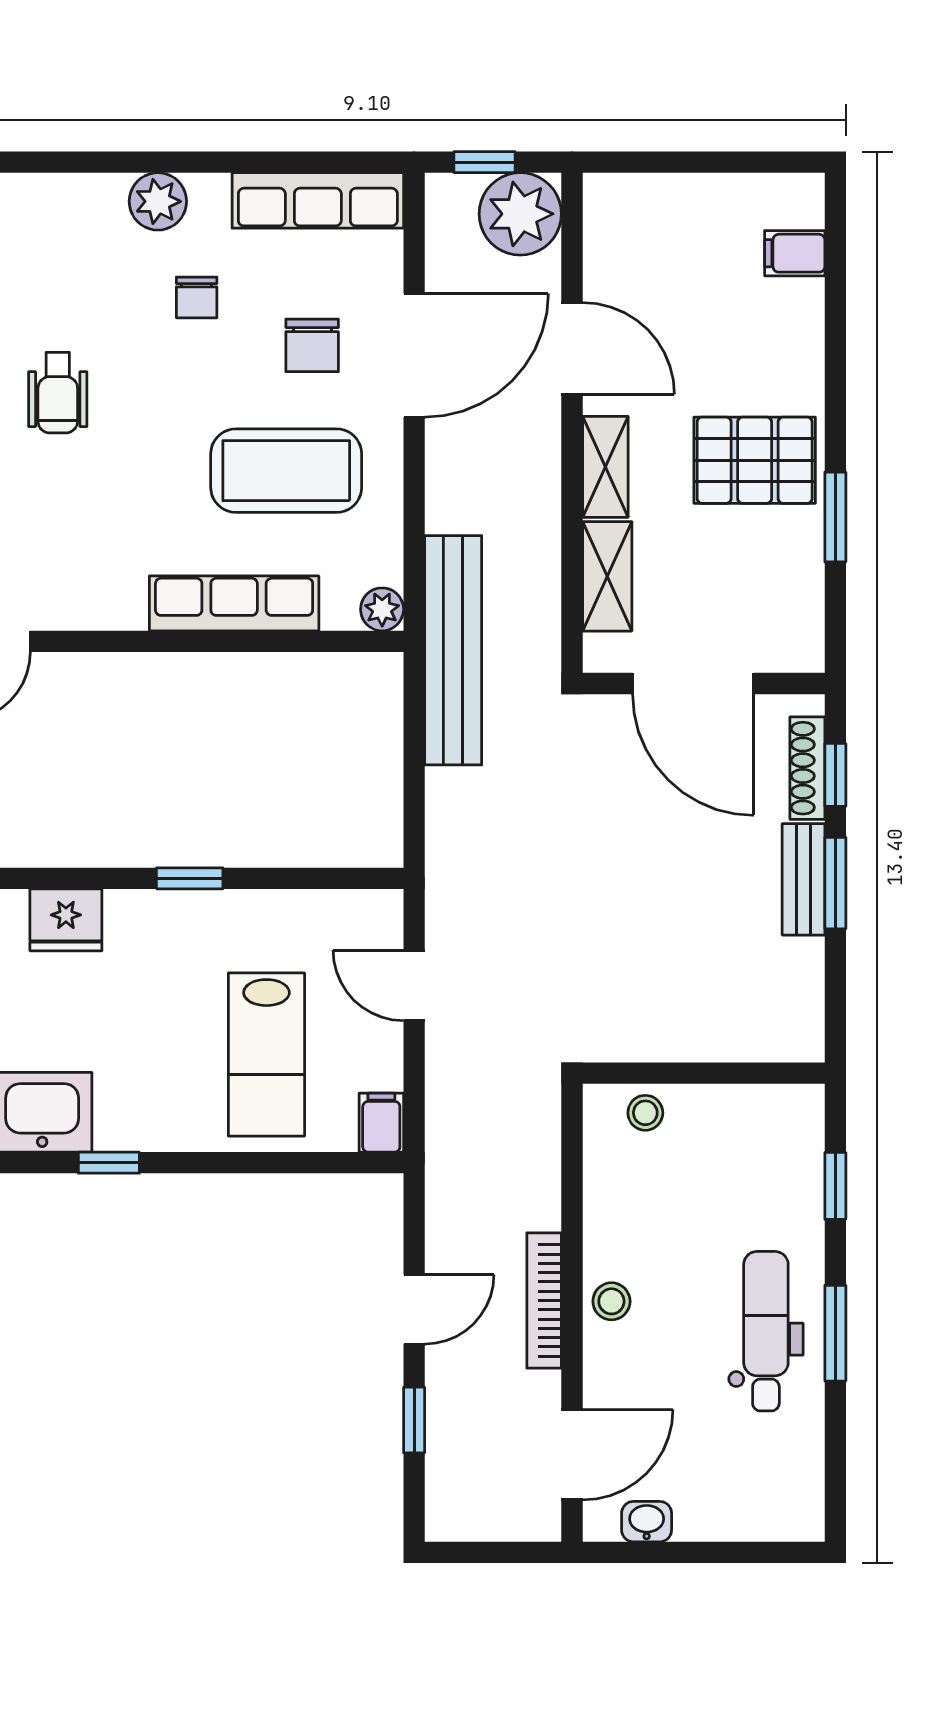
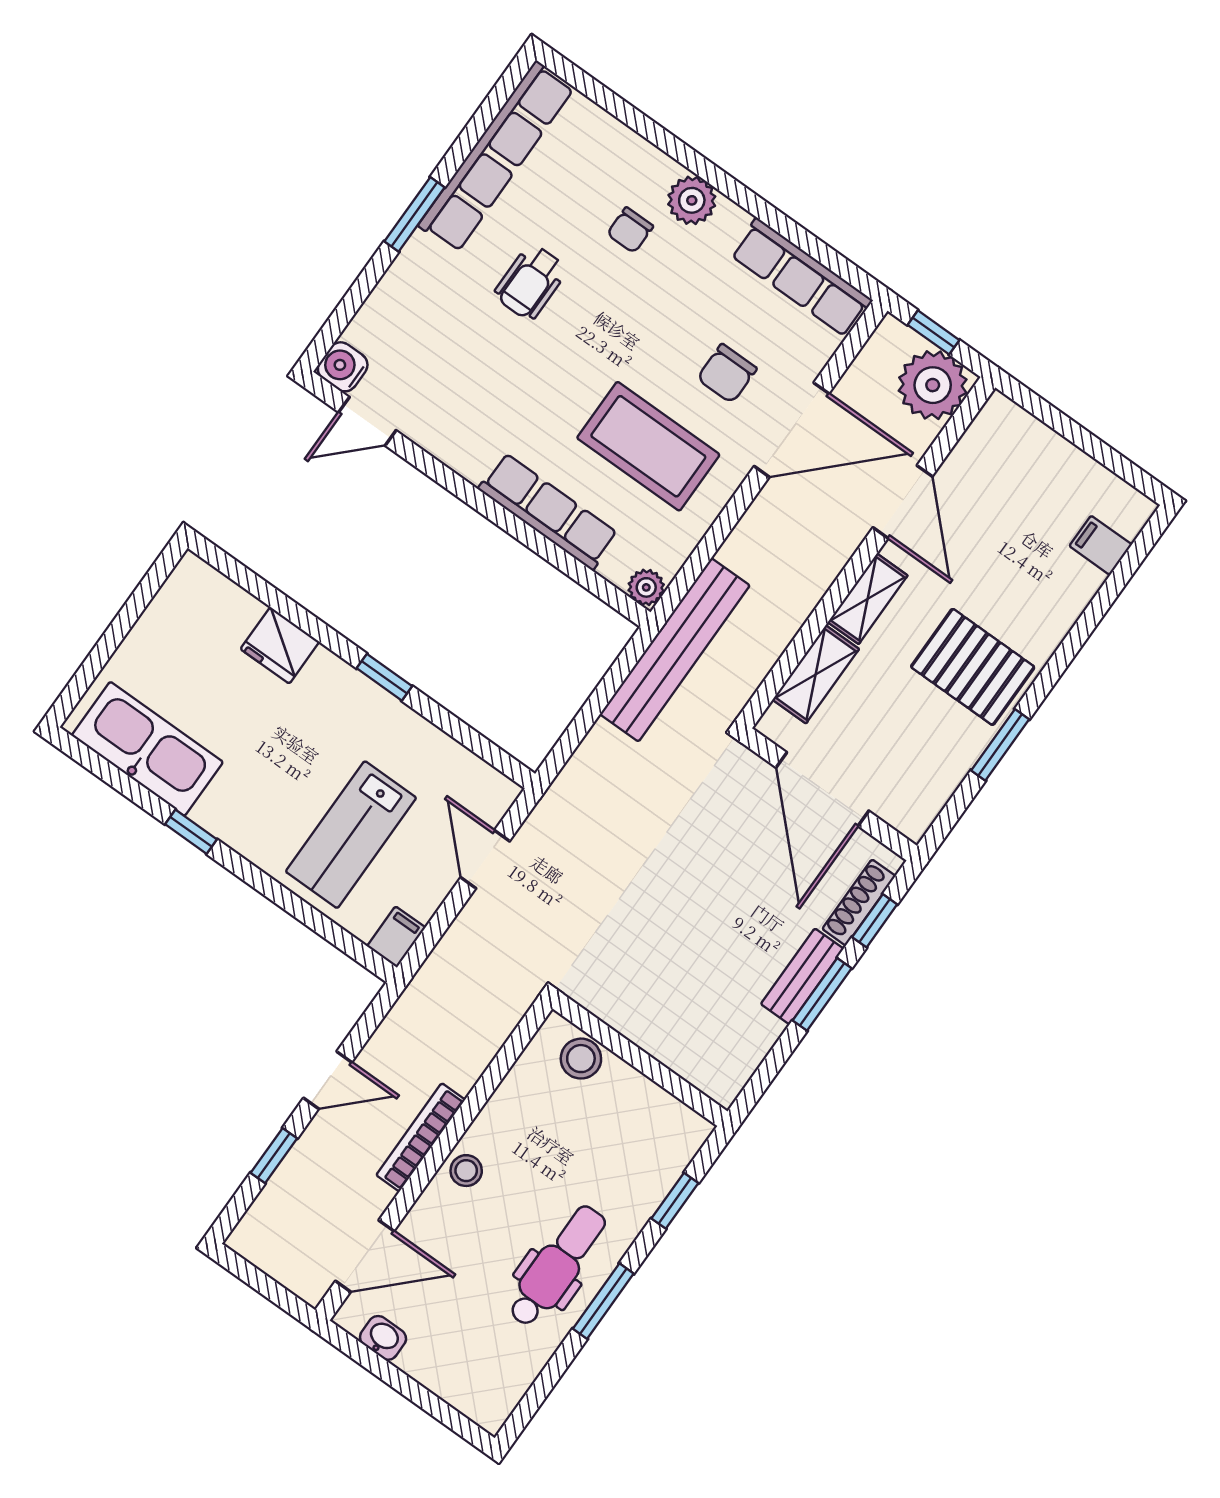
chair: (197, 297) -> (630, 230), moved
stool: (645, 1113) -> (581, 1059), width x1.37, depth x1.37

